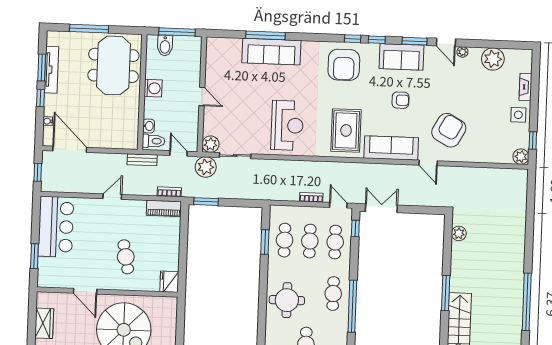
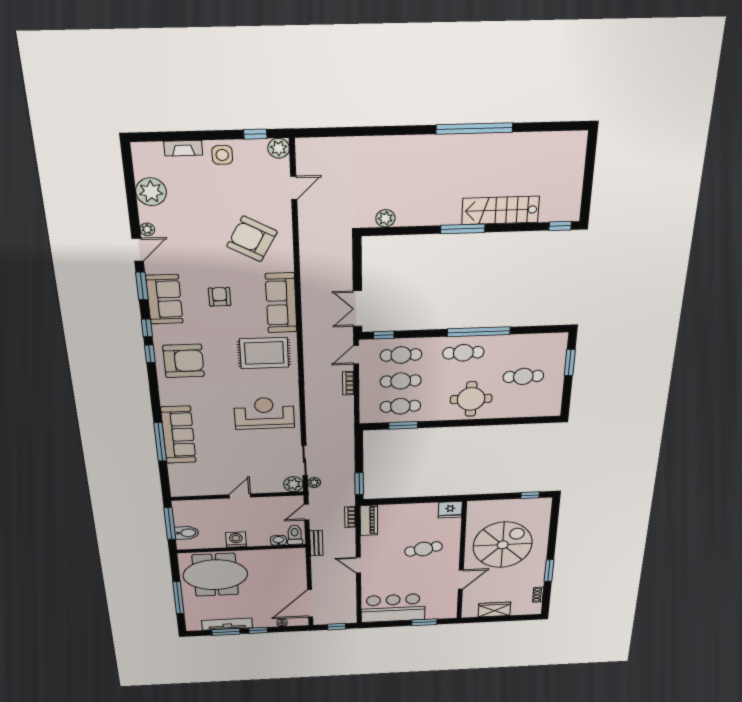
door: (428, 163) -> (294, 188), moved
plant: (206, 167) -> (314, 483), width x0.53, depth x0.53

